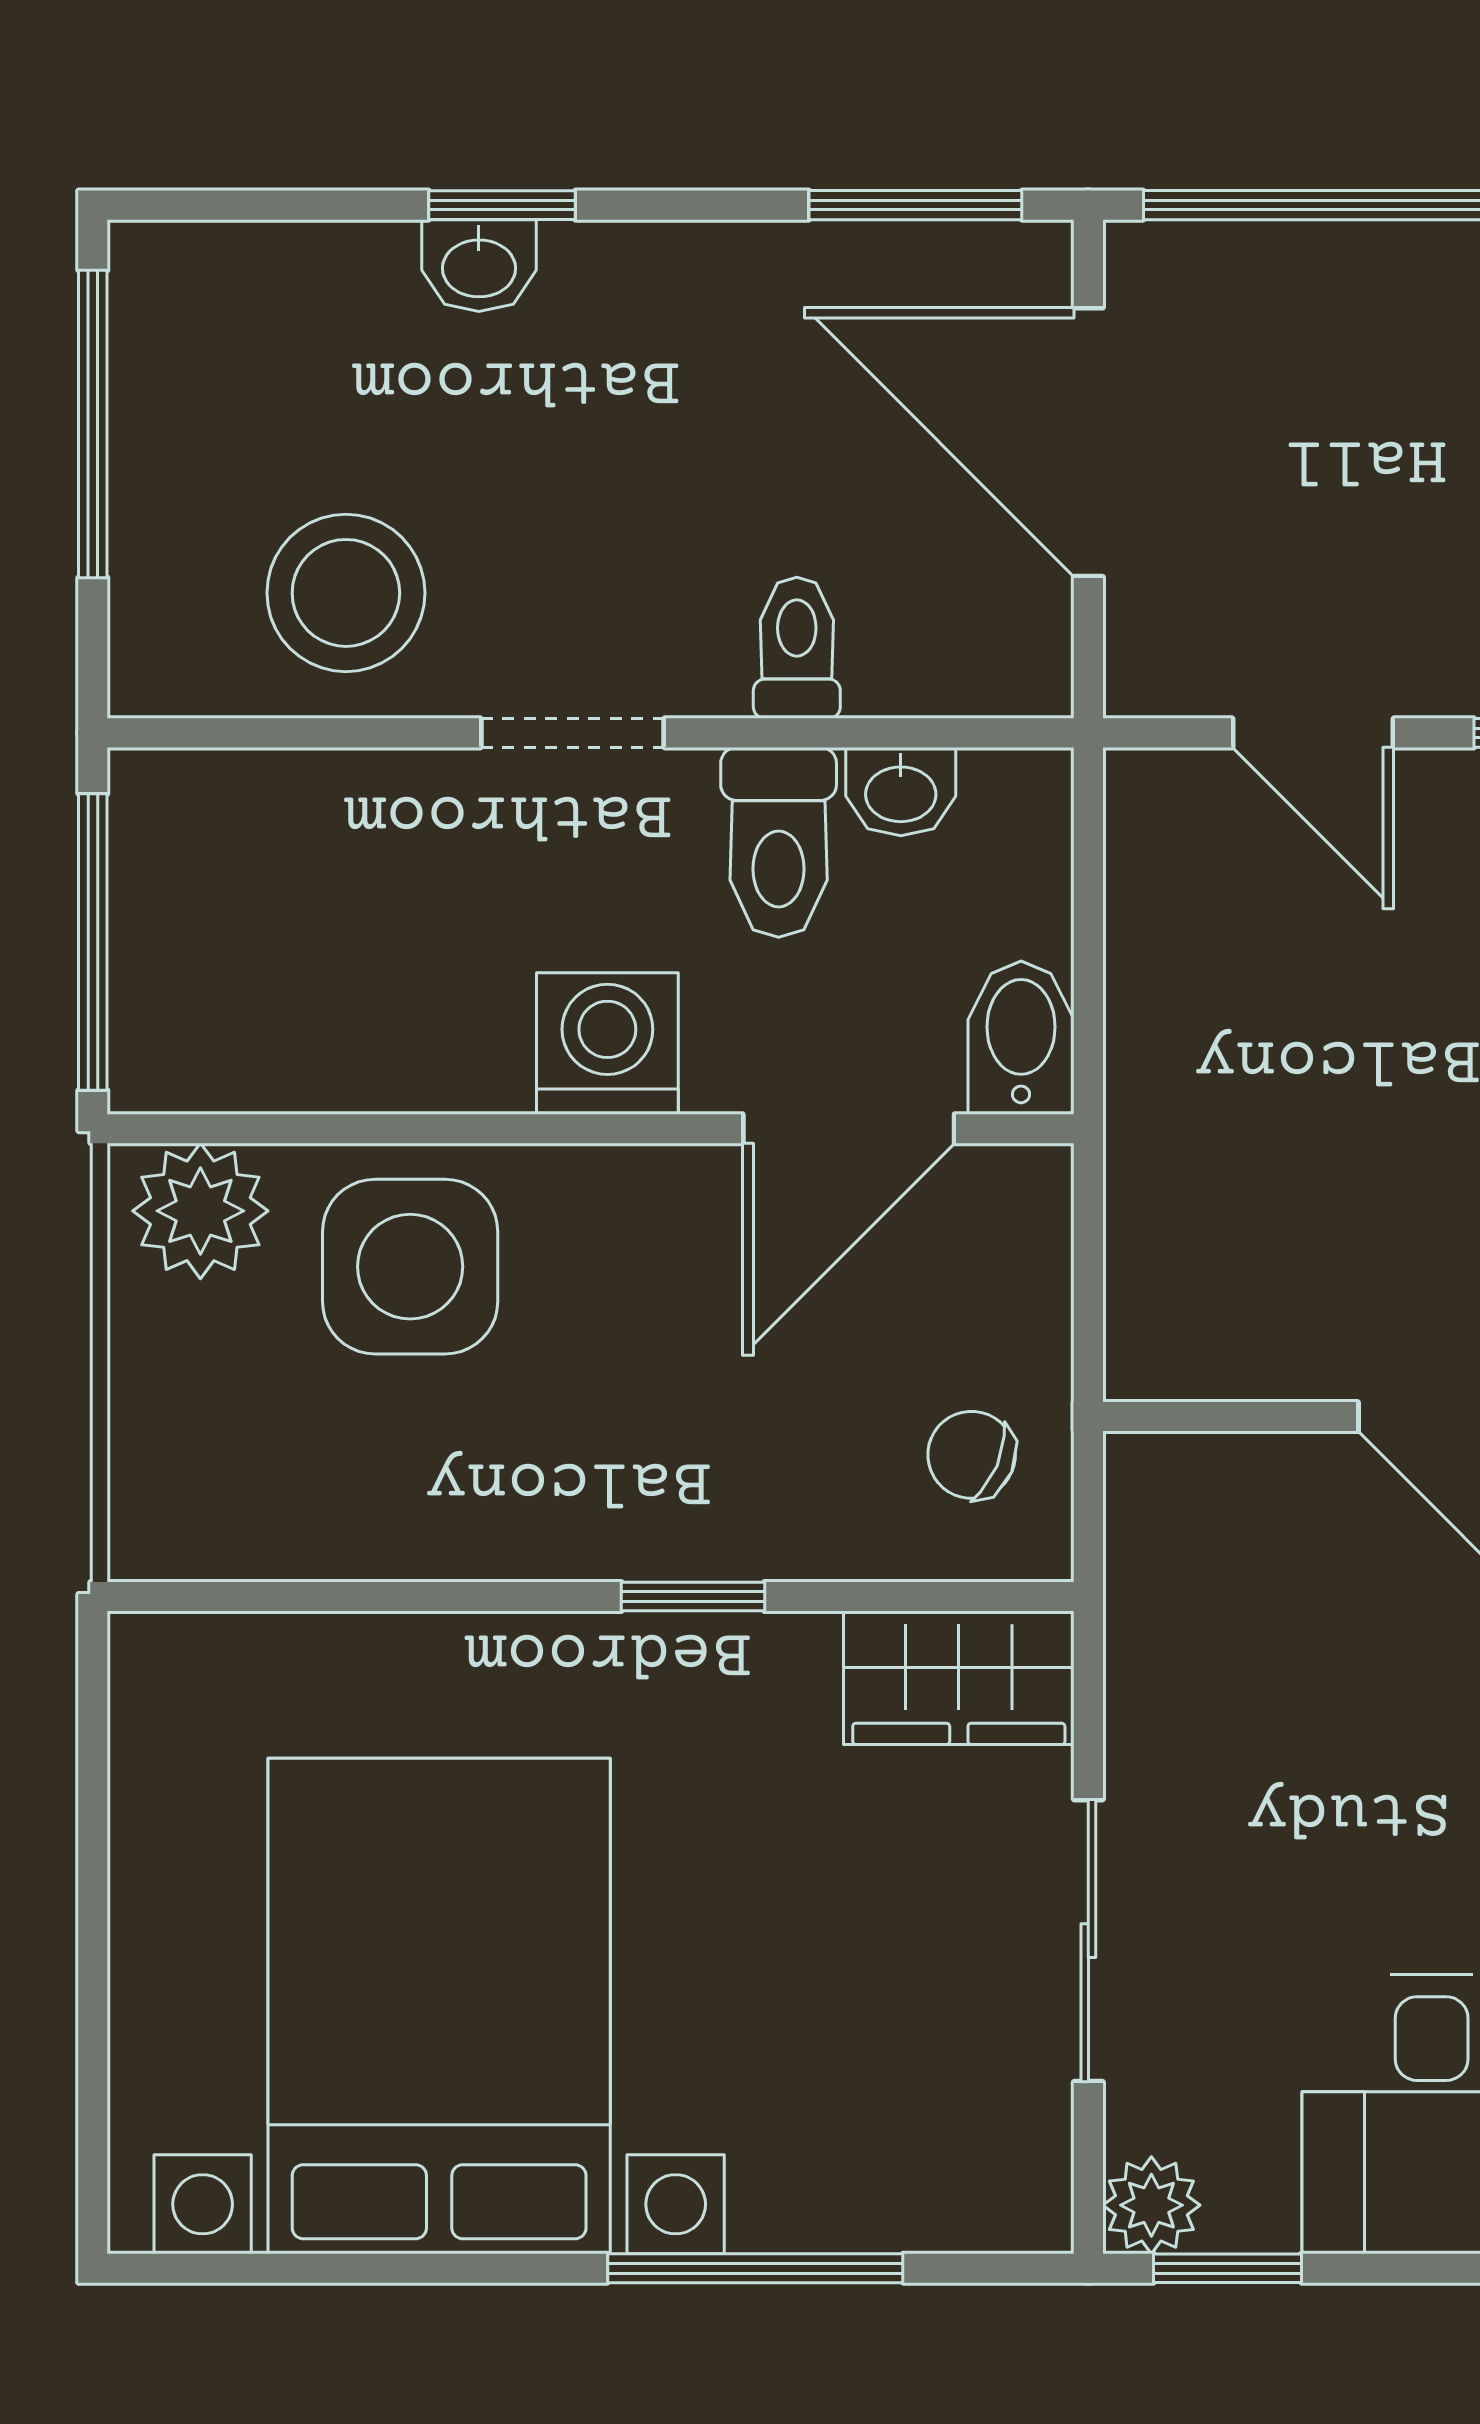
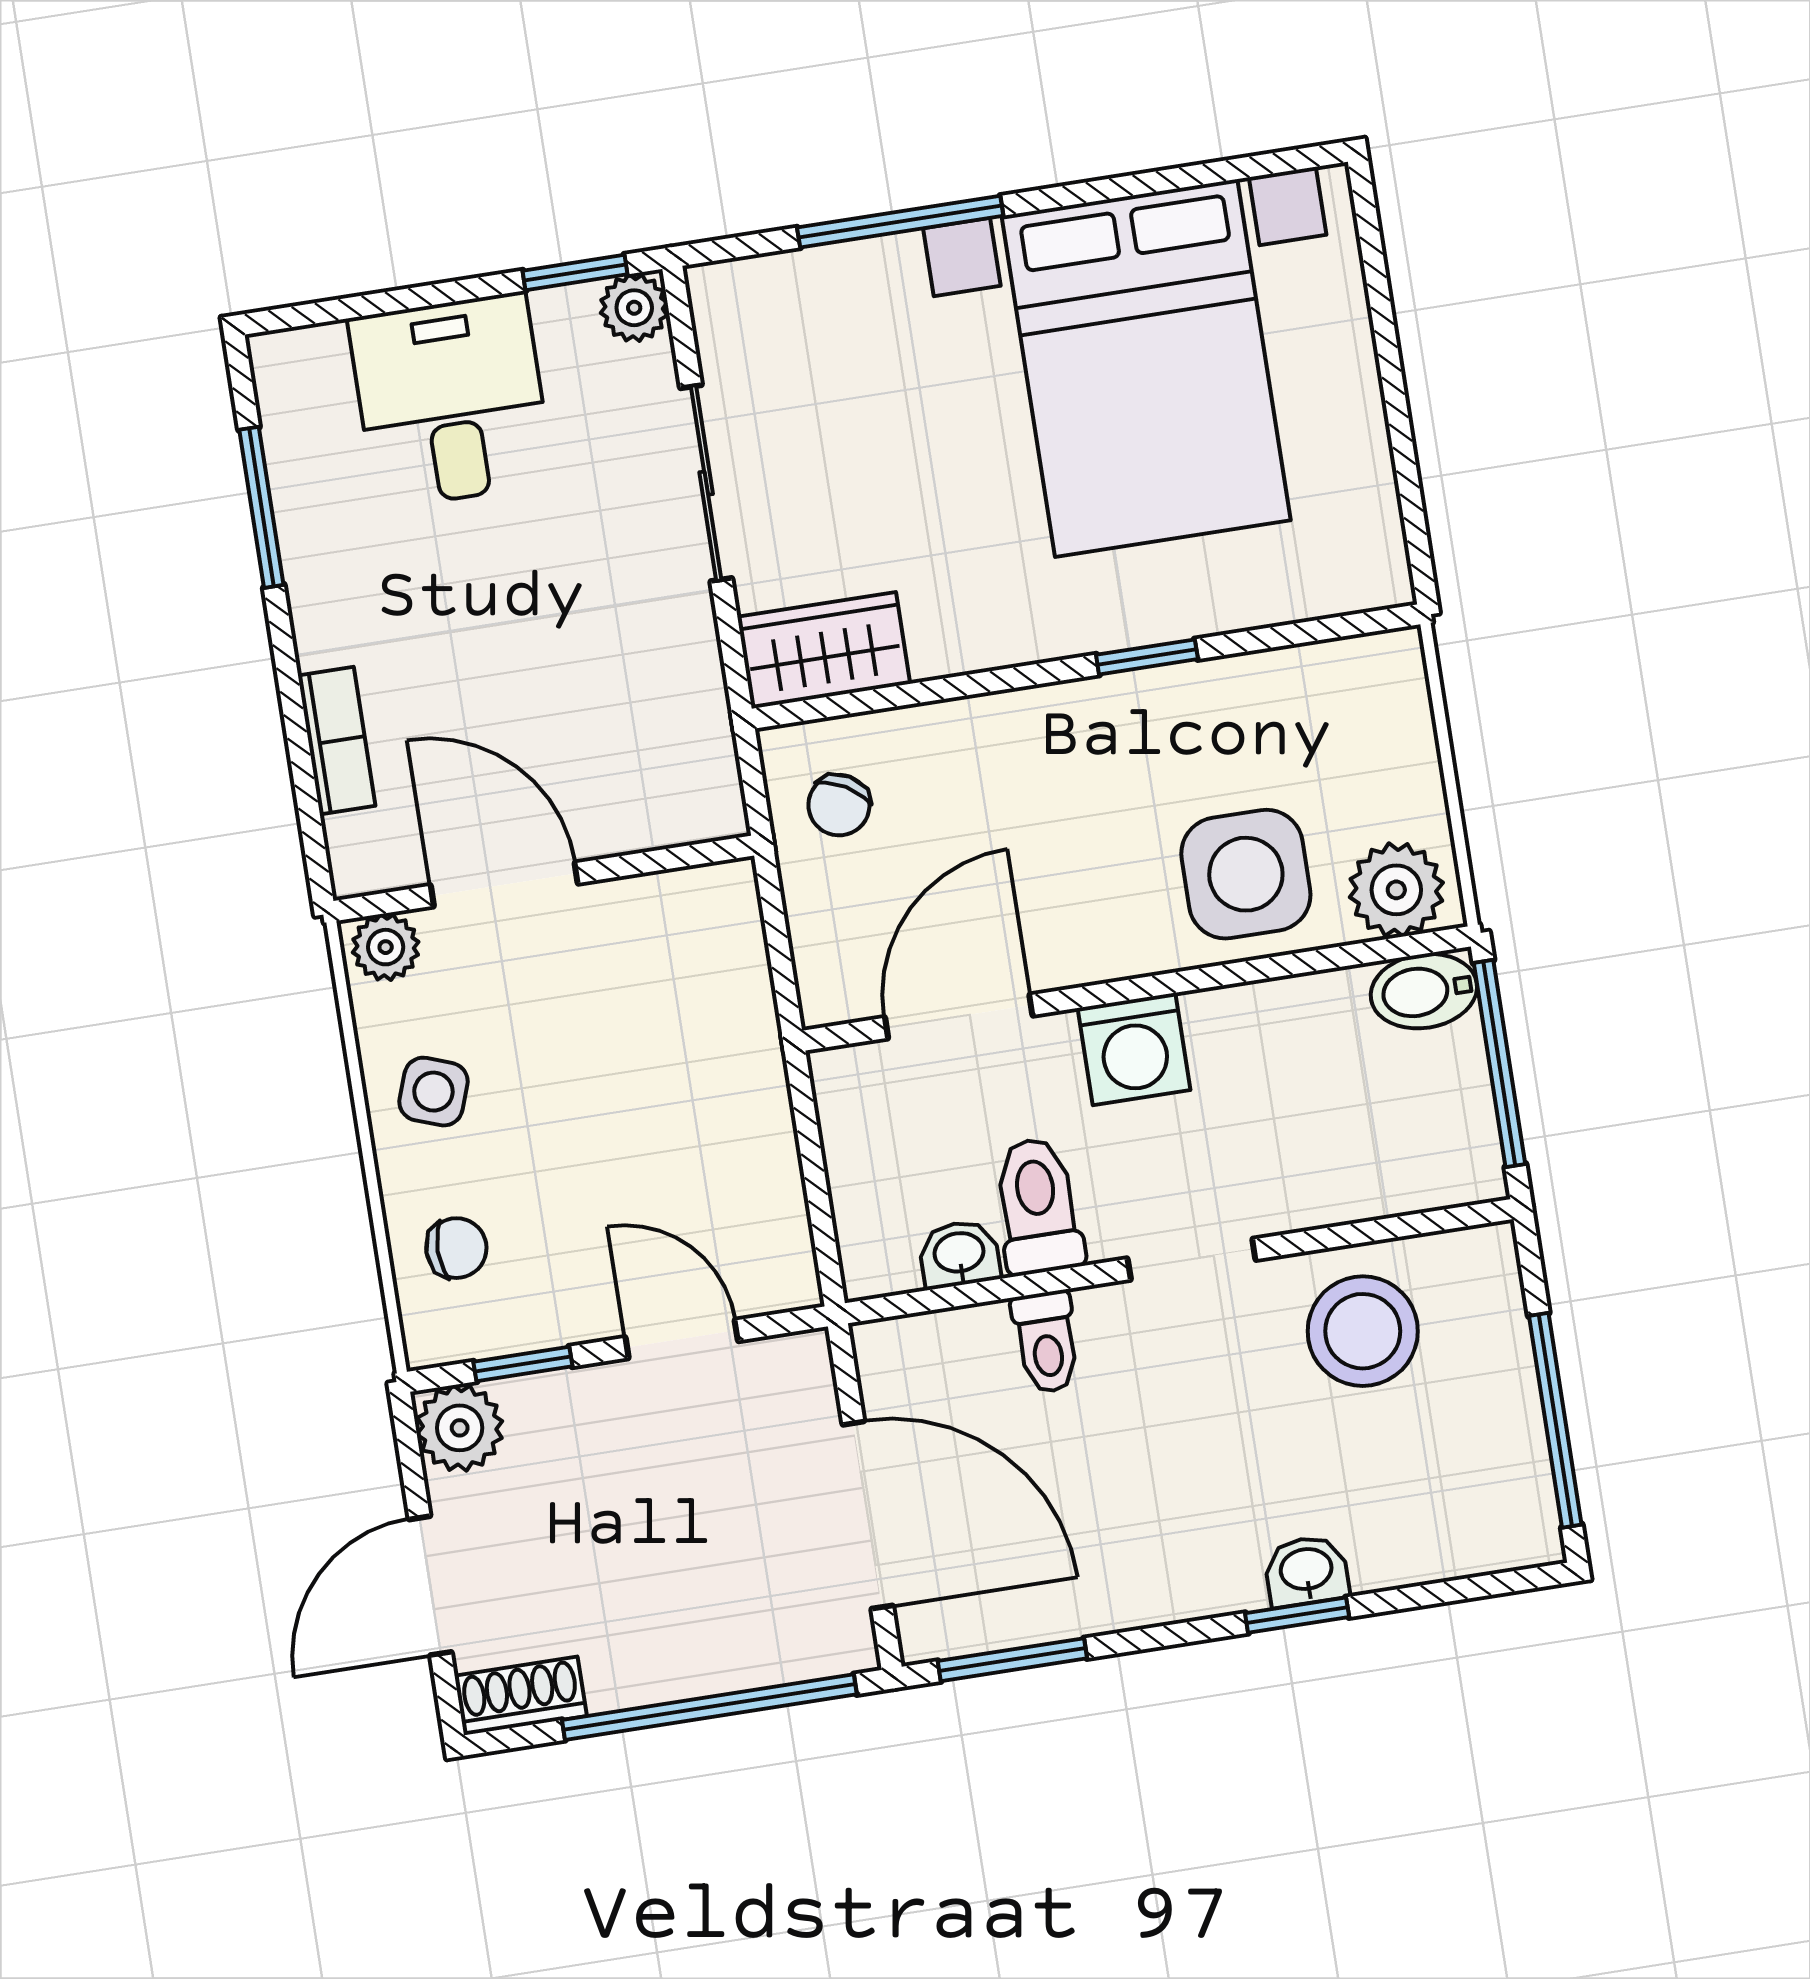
bidet: (1021, 1038) -> (1424, 991), moved, turned 90
chair: (972, 1455) -> (839, 805), turned 97
window: (693, 1597) -> (1147, 657), moved

